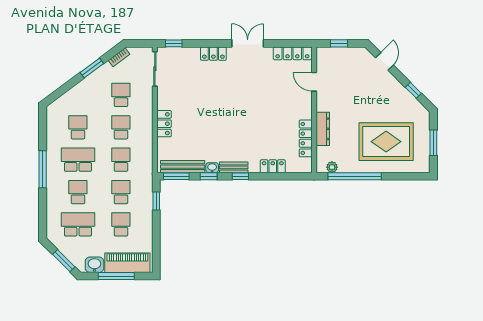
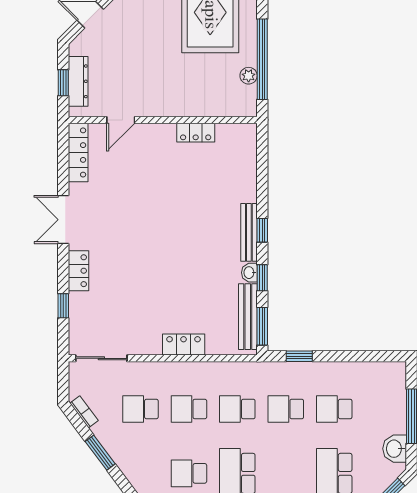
window: (174, 43) -> (63, 306), moved
dresser: (323, 129) -> (78, 81), moved, turned 90
locker: (306, 138) -> (196, 133), width x0.66
locker: (273, 166) -> (247, 182), removed
bench: (234, 167) -> (249, 232), width x1.36
plant: (332, 167) -> (249, 76), moved
school desk: (78, 192) -> (286, 473), removed
piano: (127, 263) -> (392, 399), removed

